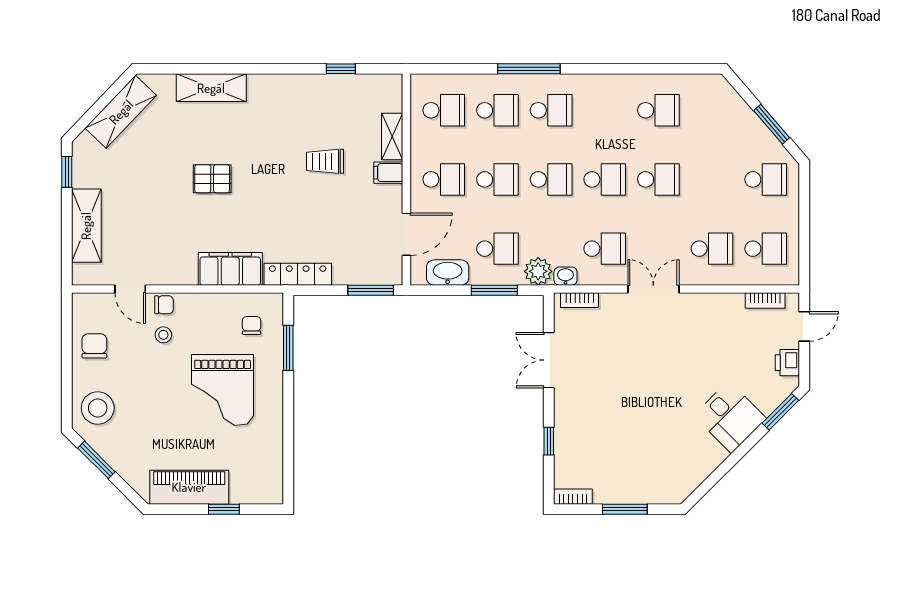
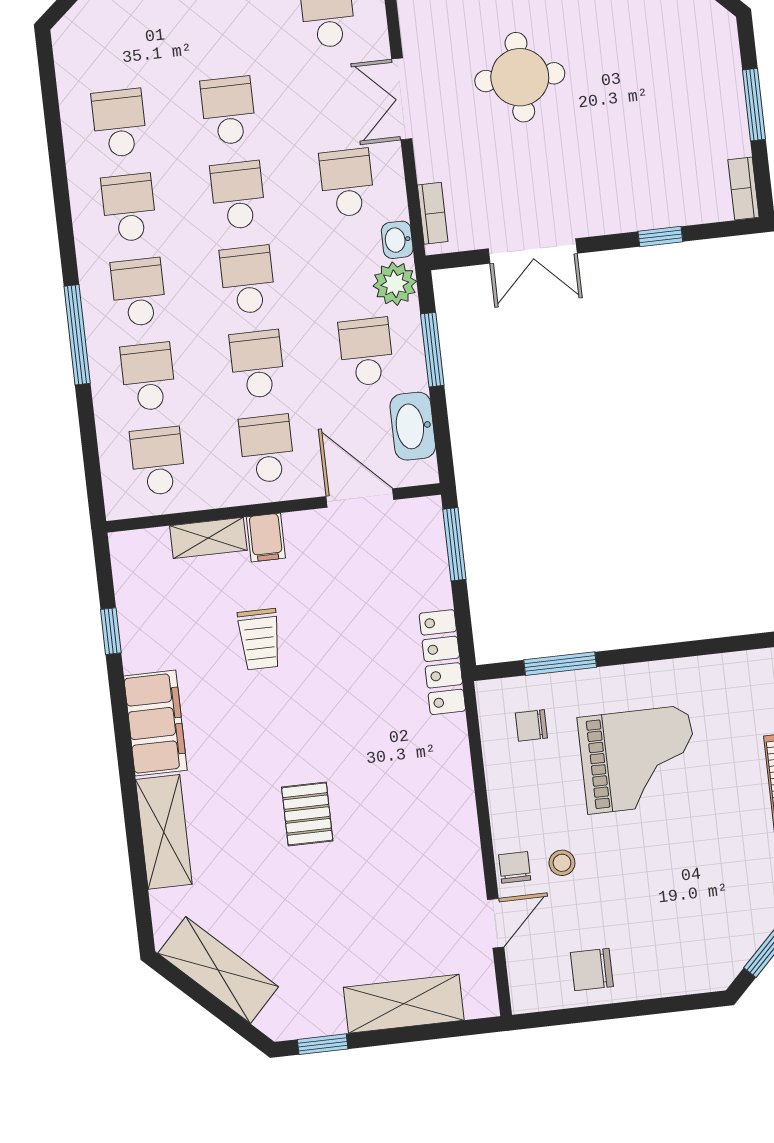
school desk: (605, 110) -> (129, 208), added
filing cabinet: (230, 269) -> (155, 723), moved, turned 180
round table: (659, 364) -> (520, 77), added
stool: (98, 408) -> (689, 953), removed

